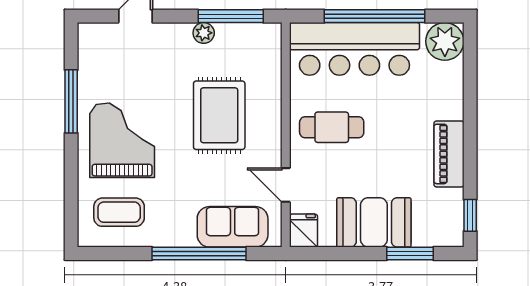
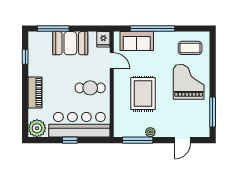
window: (375, 16) -> (70, 140), width x0.32
window: (71, 101) -> (213, 112), moved
grand piano: (122, 140) -> (189, 82), turned 180
piano: (449, 154) -> (35, 92), moved
window: (470, 215) -> (25, 57), moved
window: (410, 254) -> (53, 29), width x1.44

